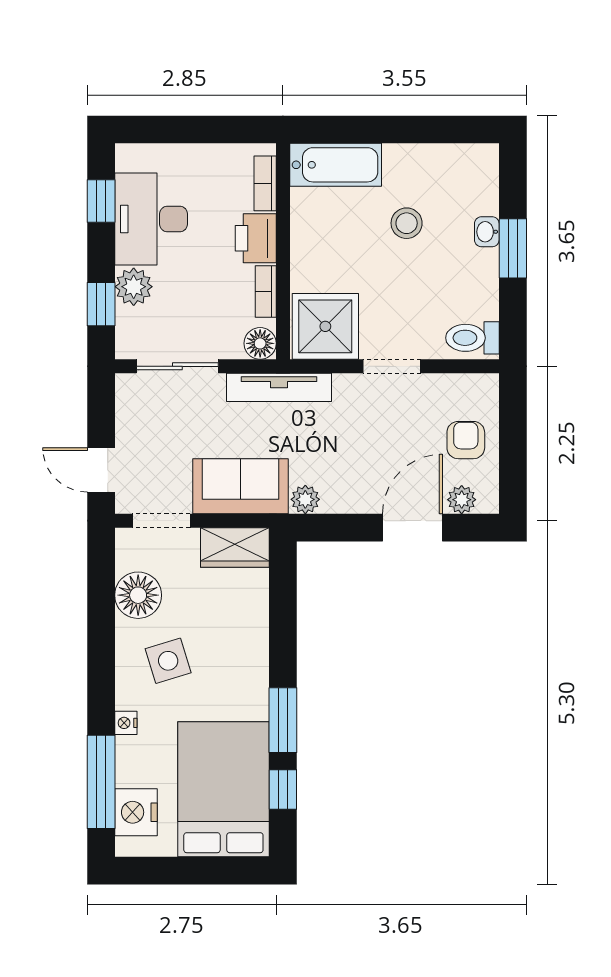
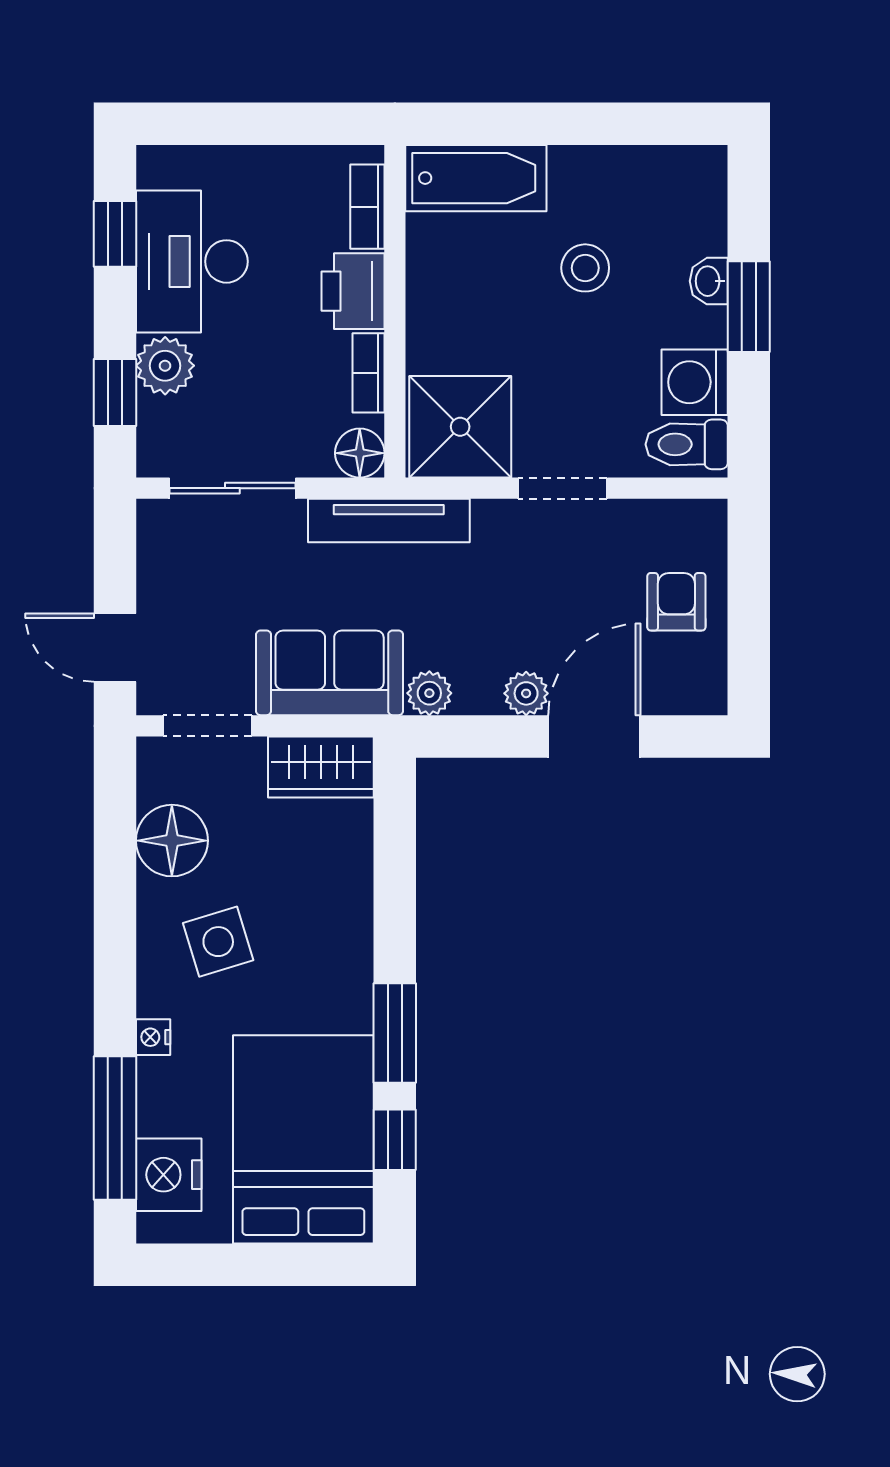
washing machine: (478, 297) -> (695, 382), added
plant: (462, 500) -> (526, 693), moved

